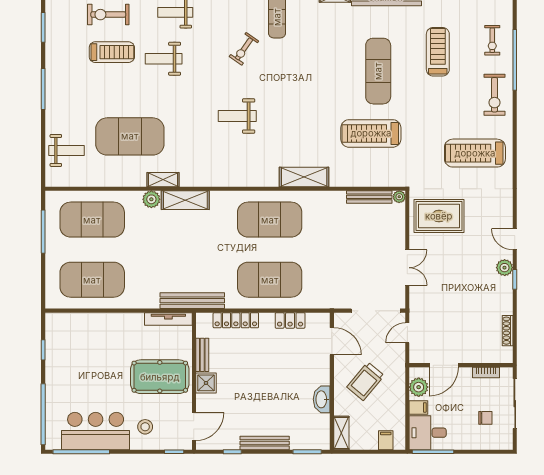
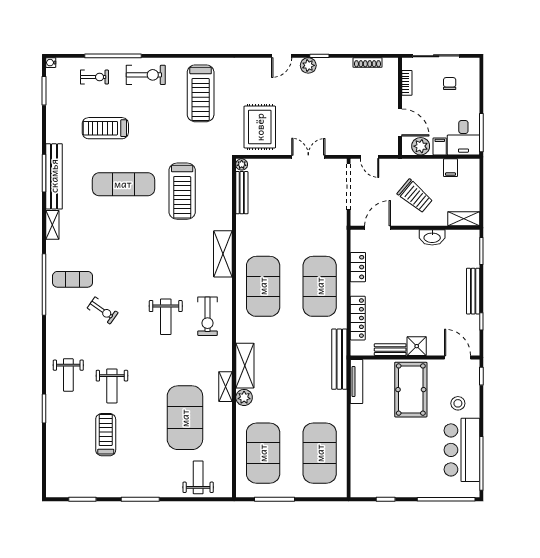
exercise bike: (108, 15) -> (208, 316), moved
filing cabinet: (386, 440) -> (450, 168), moved, turned -90

